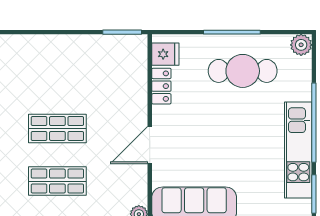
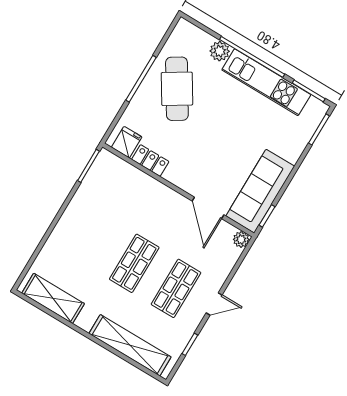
plant: (301, 45) -> (220, 51), moved
cafe table: (243, 71) -> (177, 89), turned -32
door: (150, 145) -> (208, 208), moved

